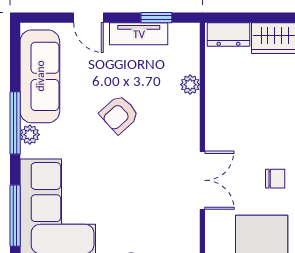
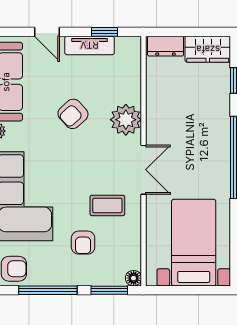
plant: (190, 85) -> (126, 120), moved, width x1.88, depth x1.88
chair: (275, 179) -> (205, 168), removed
coffee table: (160, 223) -> (107, 205), added

